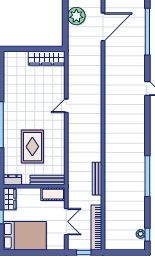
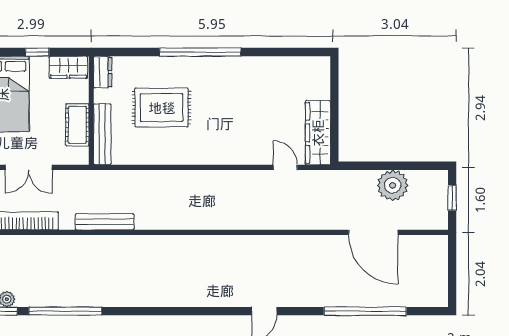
door: (66, 106) -> (285, 167), moved
window: (147, 176) -> (65, 311), moved
cot: (53, 194) -> (77, 125), moved

